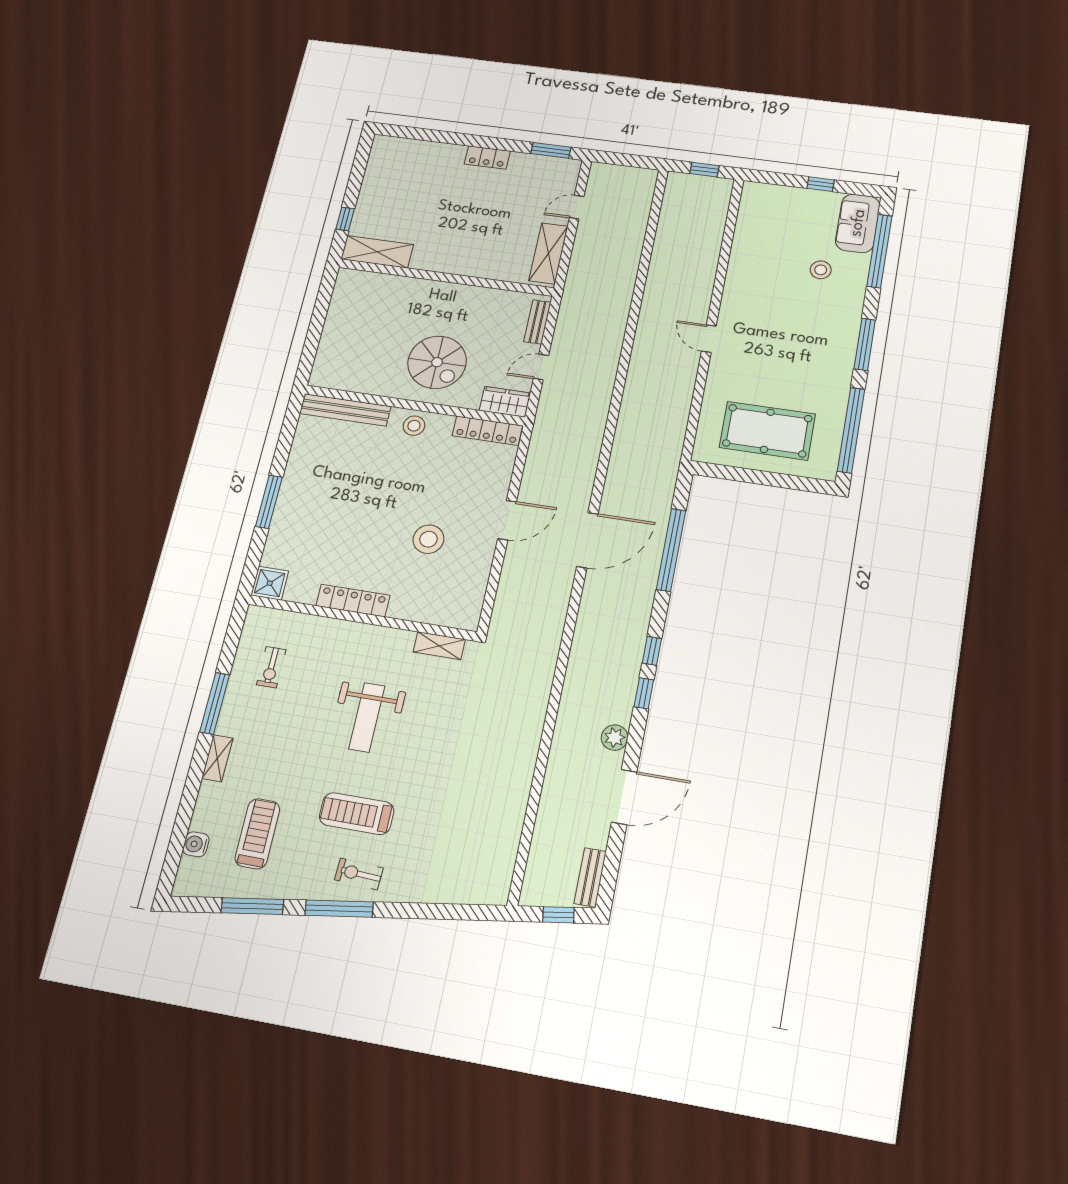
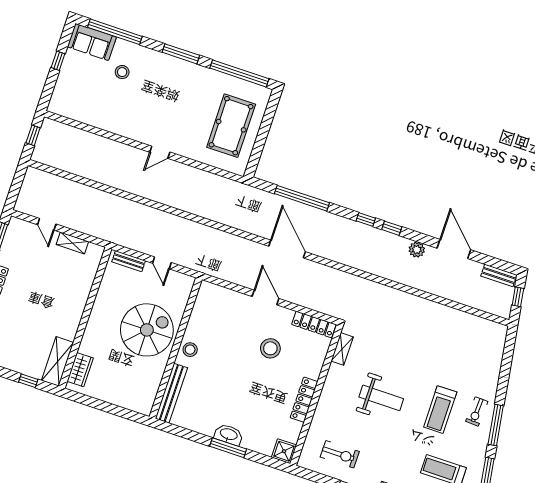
shelving: (548, 253) -> (72, 243), width x0.67, depth x0.75
spiral stairs: (437, 362) -> (147, 330), width x1.37, depth x1.37
wardrobe: (505, 402) -> (80, 370), moved, turned 180
locker: (487, 431) -> (314, 324), moved, turned 90
washbasin: (289, 499) -> (229, 435), added
exercise bike: (271, 667) -> (340, 454), width x1.38, depth x1.39

